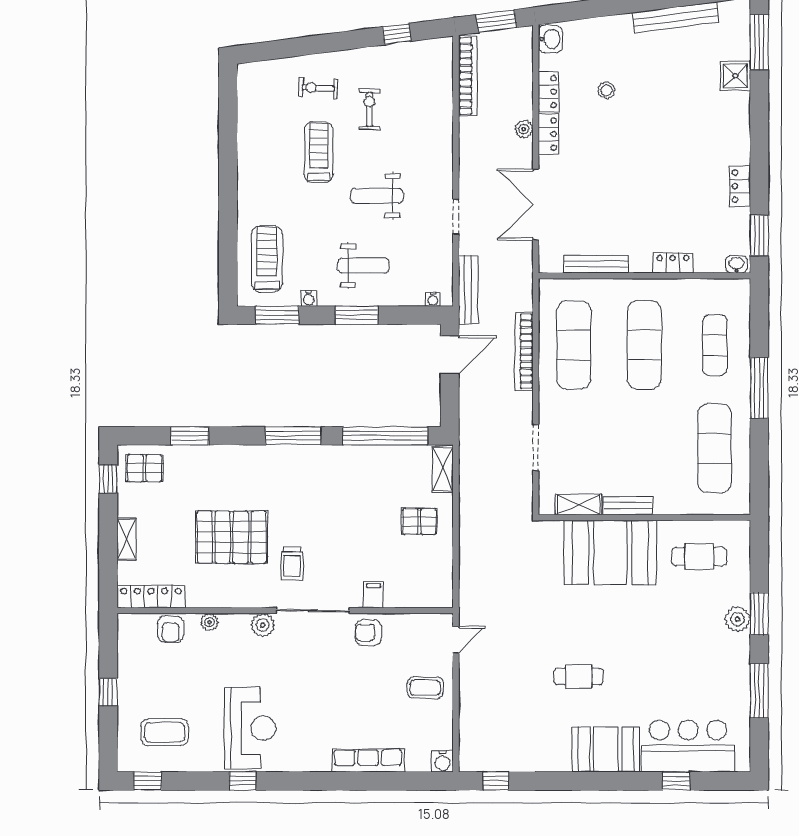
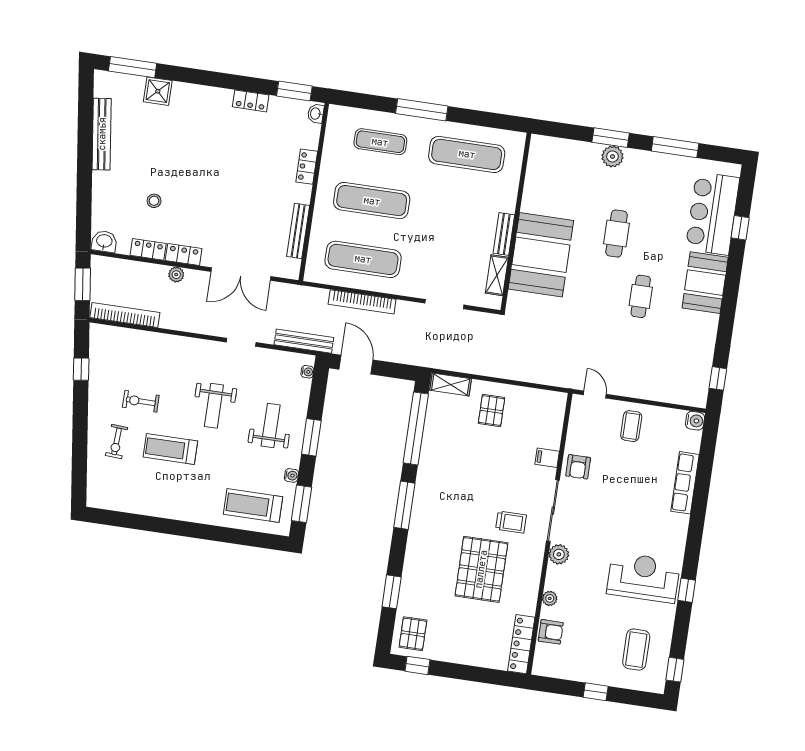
shelving: (127, 539) -> (470, 657), removed
cafe table: (699, 556) -> (617, 234), moved

